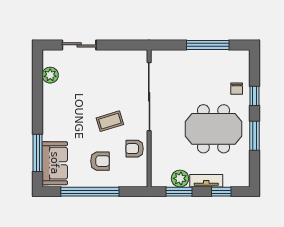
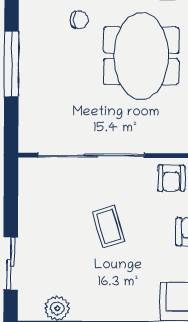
coffee table: (110, 121) -> (108, 227), moved

